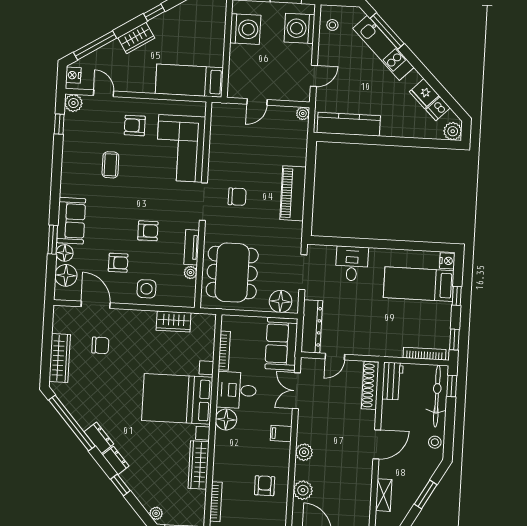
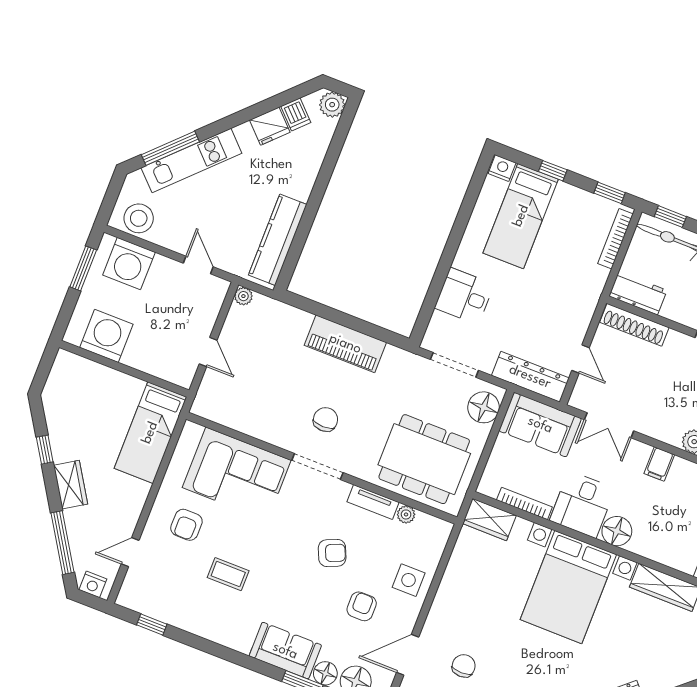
stool: (332, 25) -> (139, 218), width x1.89, depth x1.89
plant: (73, 103) -> (130, 596), removed
armchair: (148, 231) -> (332, 553), turned 67
wardrobe: (174, 321) -> (489, 520), moved, turned 90

